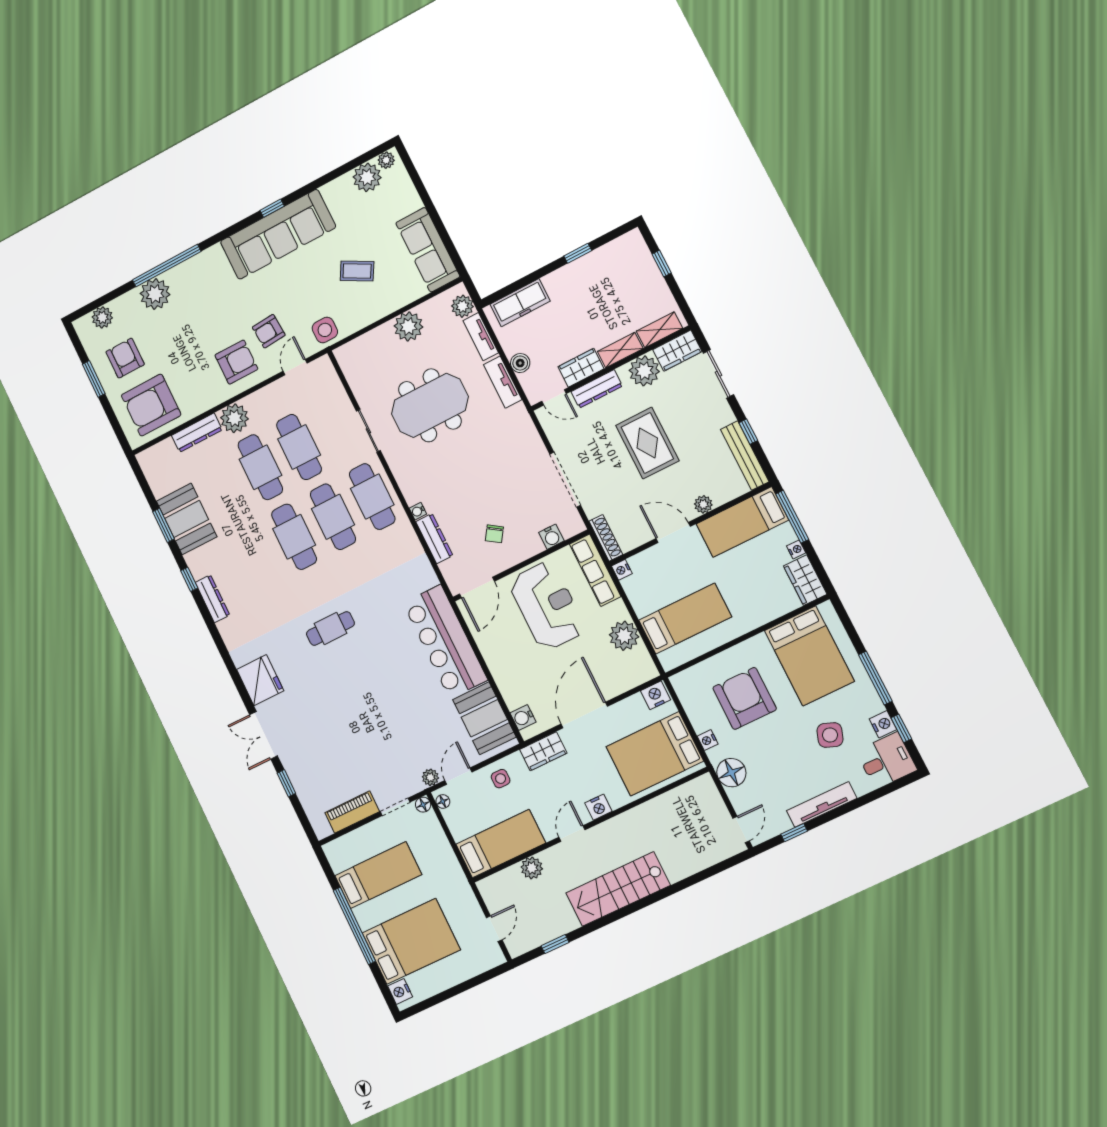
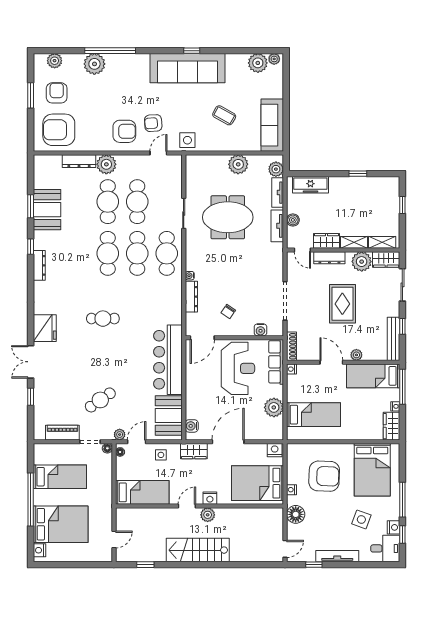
armchair: (745, 698) -> (324, 476), turned 92
cafe table: (381, 742) -> (100, 400), added
plant: (532, 868) -> (208, 515), moved

